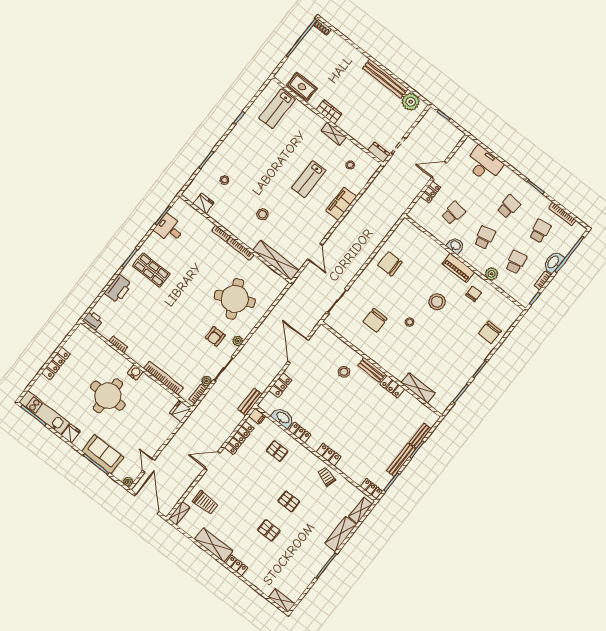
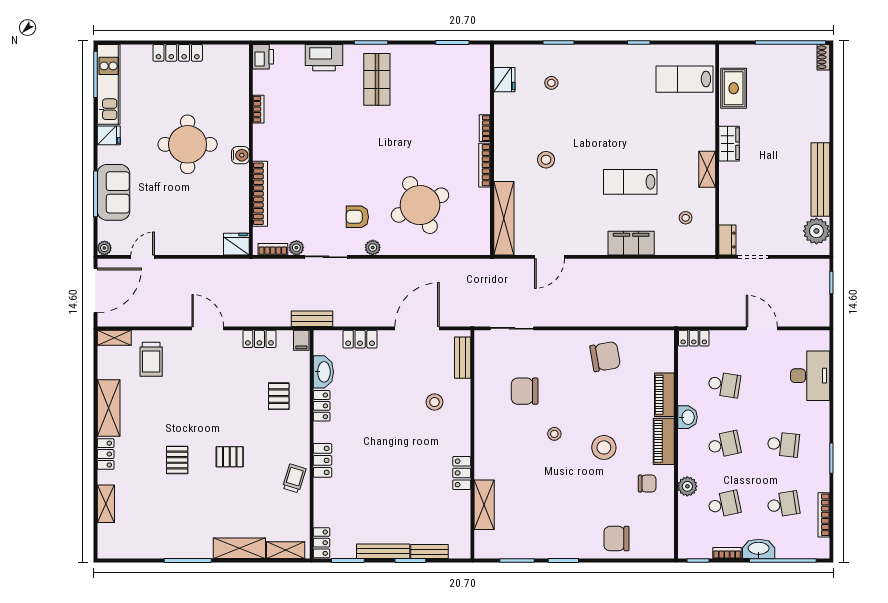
locker: (431, 192) -> (694, 338), moved
desk: (169, 229) -> (443, 63), removed
piano: (434, 248) -> (664, 395), added
chair: (390, 264) -> (605, 356), turned 80
bench: (372, 370) -> (463, 358), moved
locker: (239, 438) -> (259, 339), width x0.66
pallet: (289, 501) -> (230, 457), turned 90
shelving: (282, 600) -> (106, 504), moved

